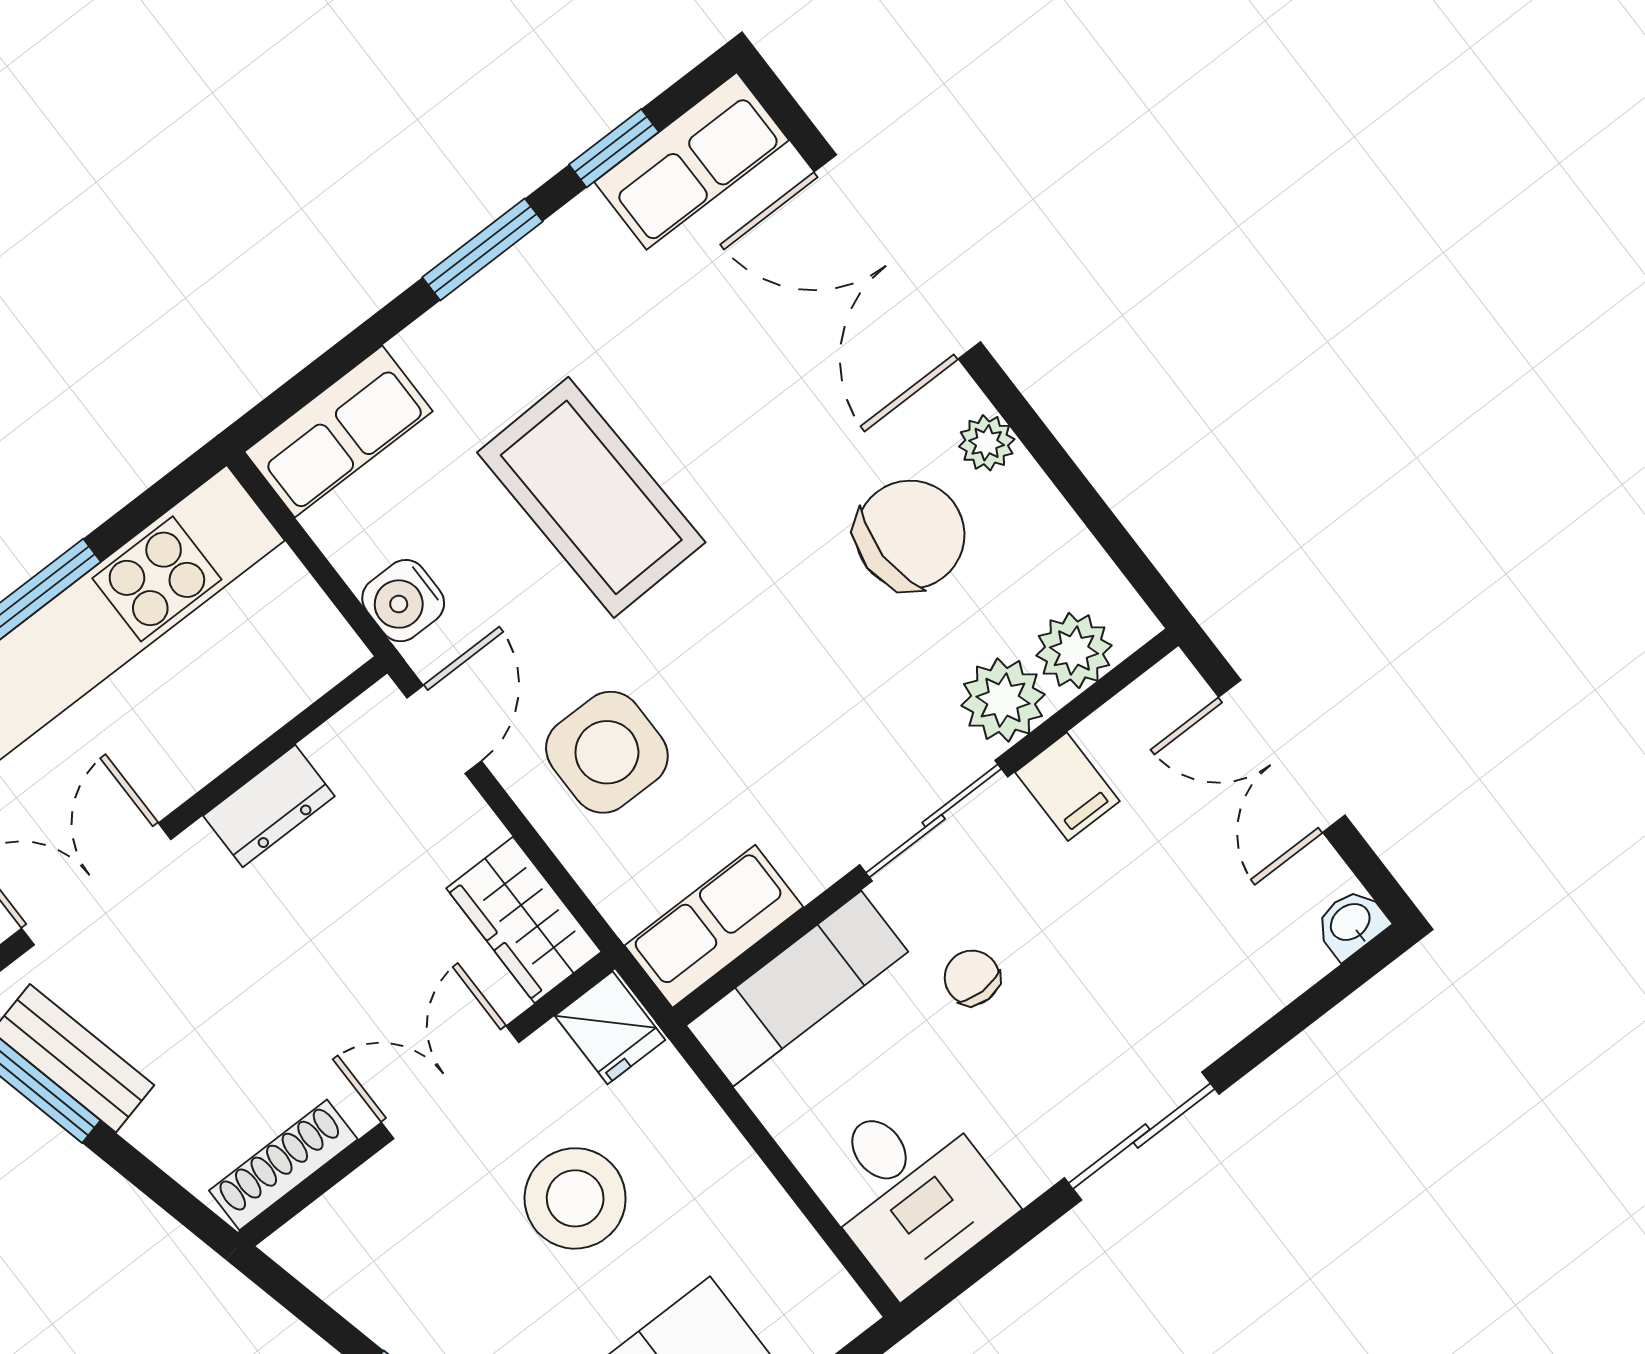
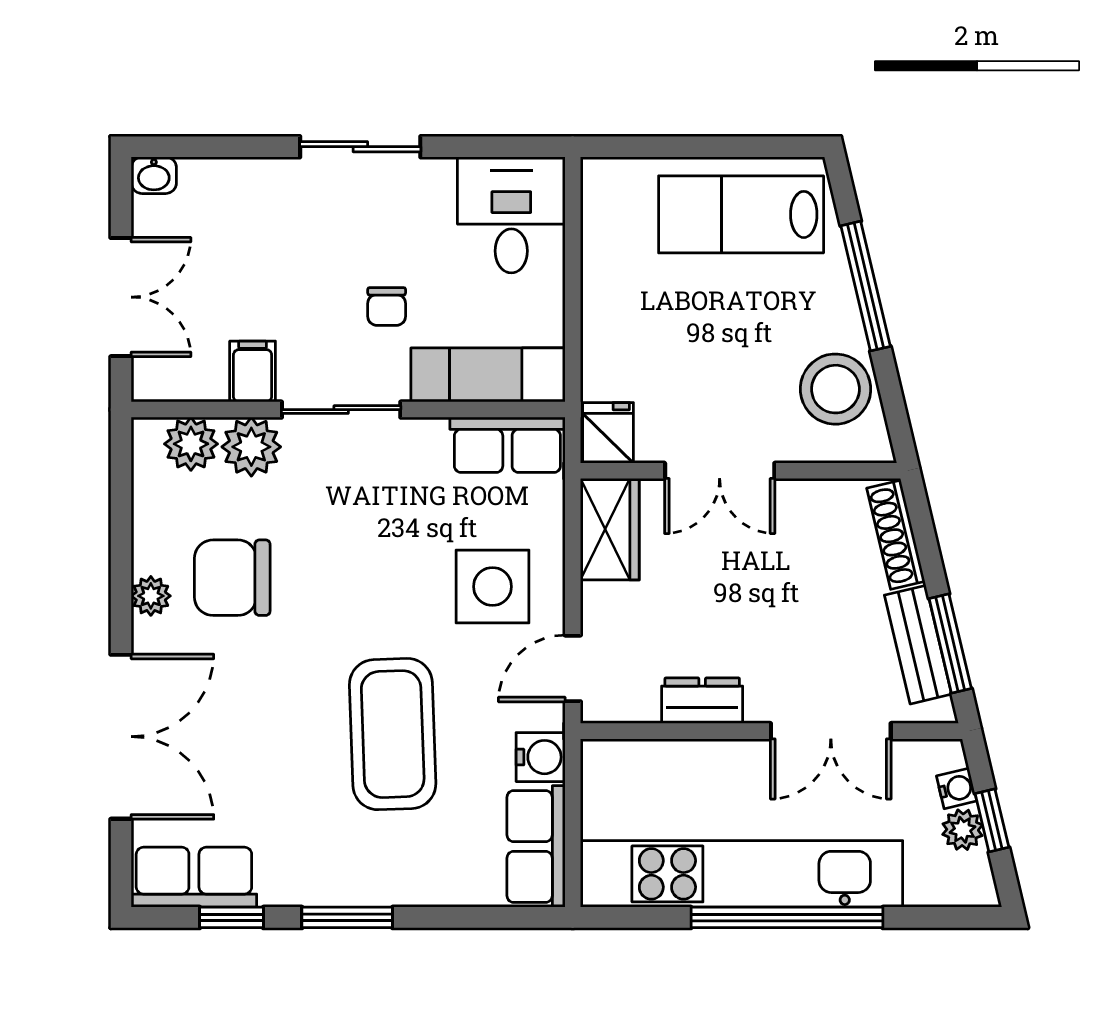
row of seats: (338, 431) -> (536, 846), moved, turned -90
shoe rack: (283, 1165) -> (896, 535), moved, turned 77
stool: (575, 1198) -> (835, 389), moved

